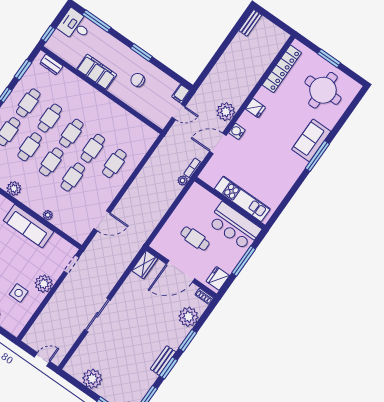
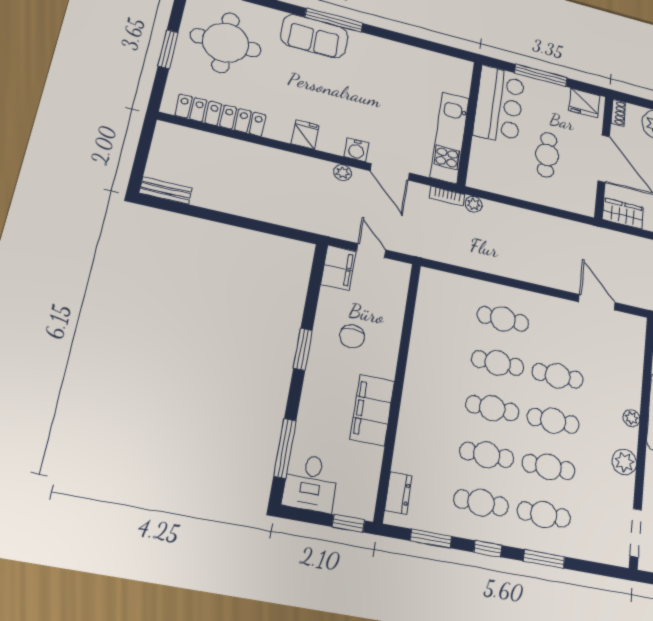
filing cabinet: (181, 94) -> (338, 268), width x2.00
plant: (226, 112) -> (343, 173), width x0.53, depth x0.53
kitchen unit: (242, 199) -> (450, 138), moved
plant: (48, 215) -> (631, 418), moved

